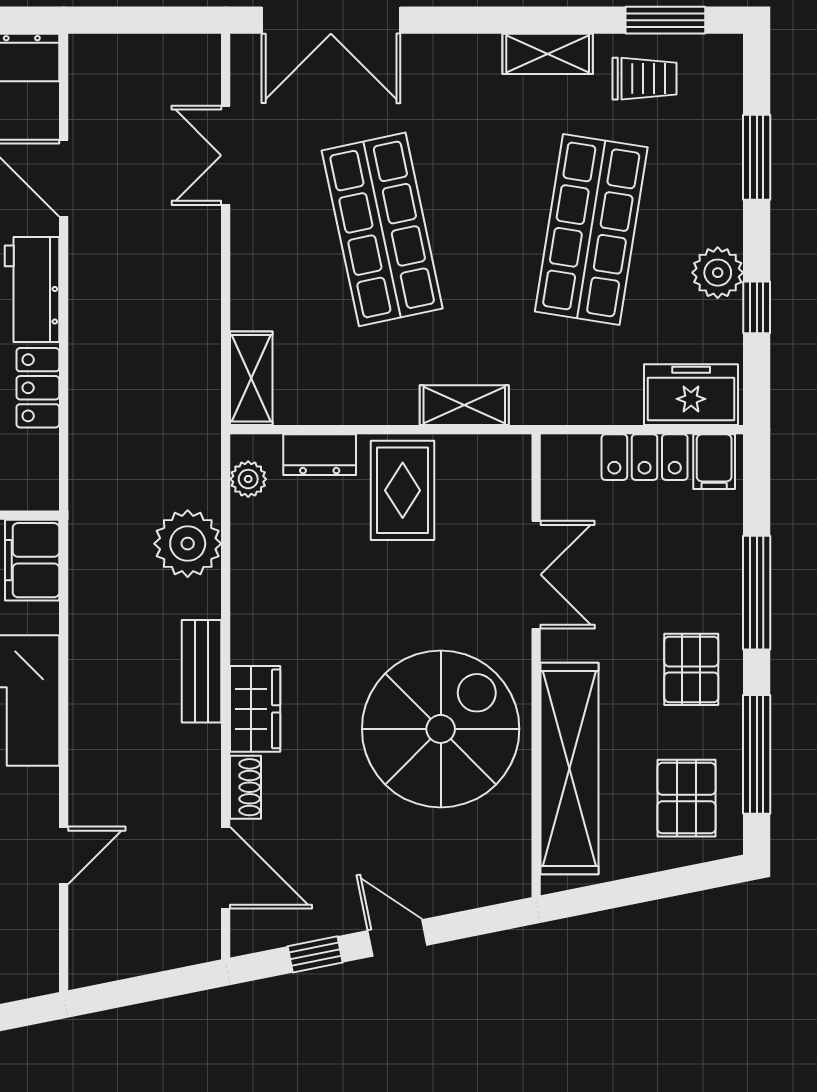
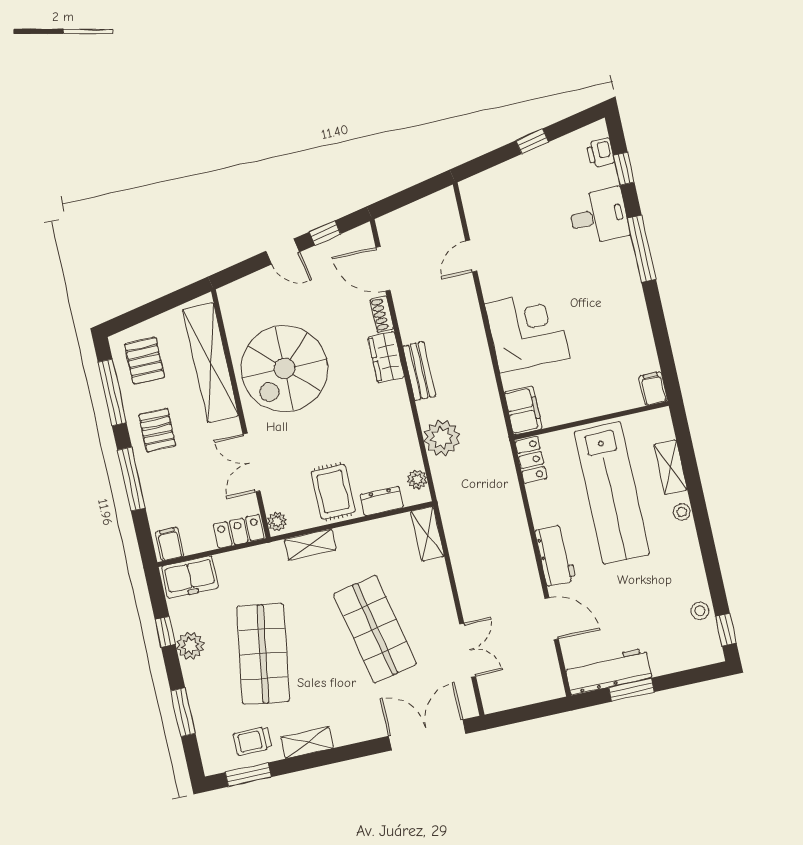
locker: (38, 388) -> (531, 460), moved
locker: (645, 457) -> (239, 531), moved
plant: (514, 459) -> (277, 522), added

